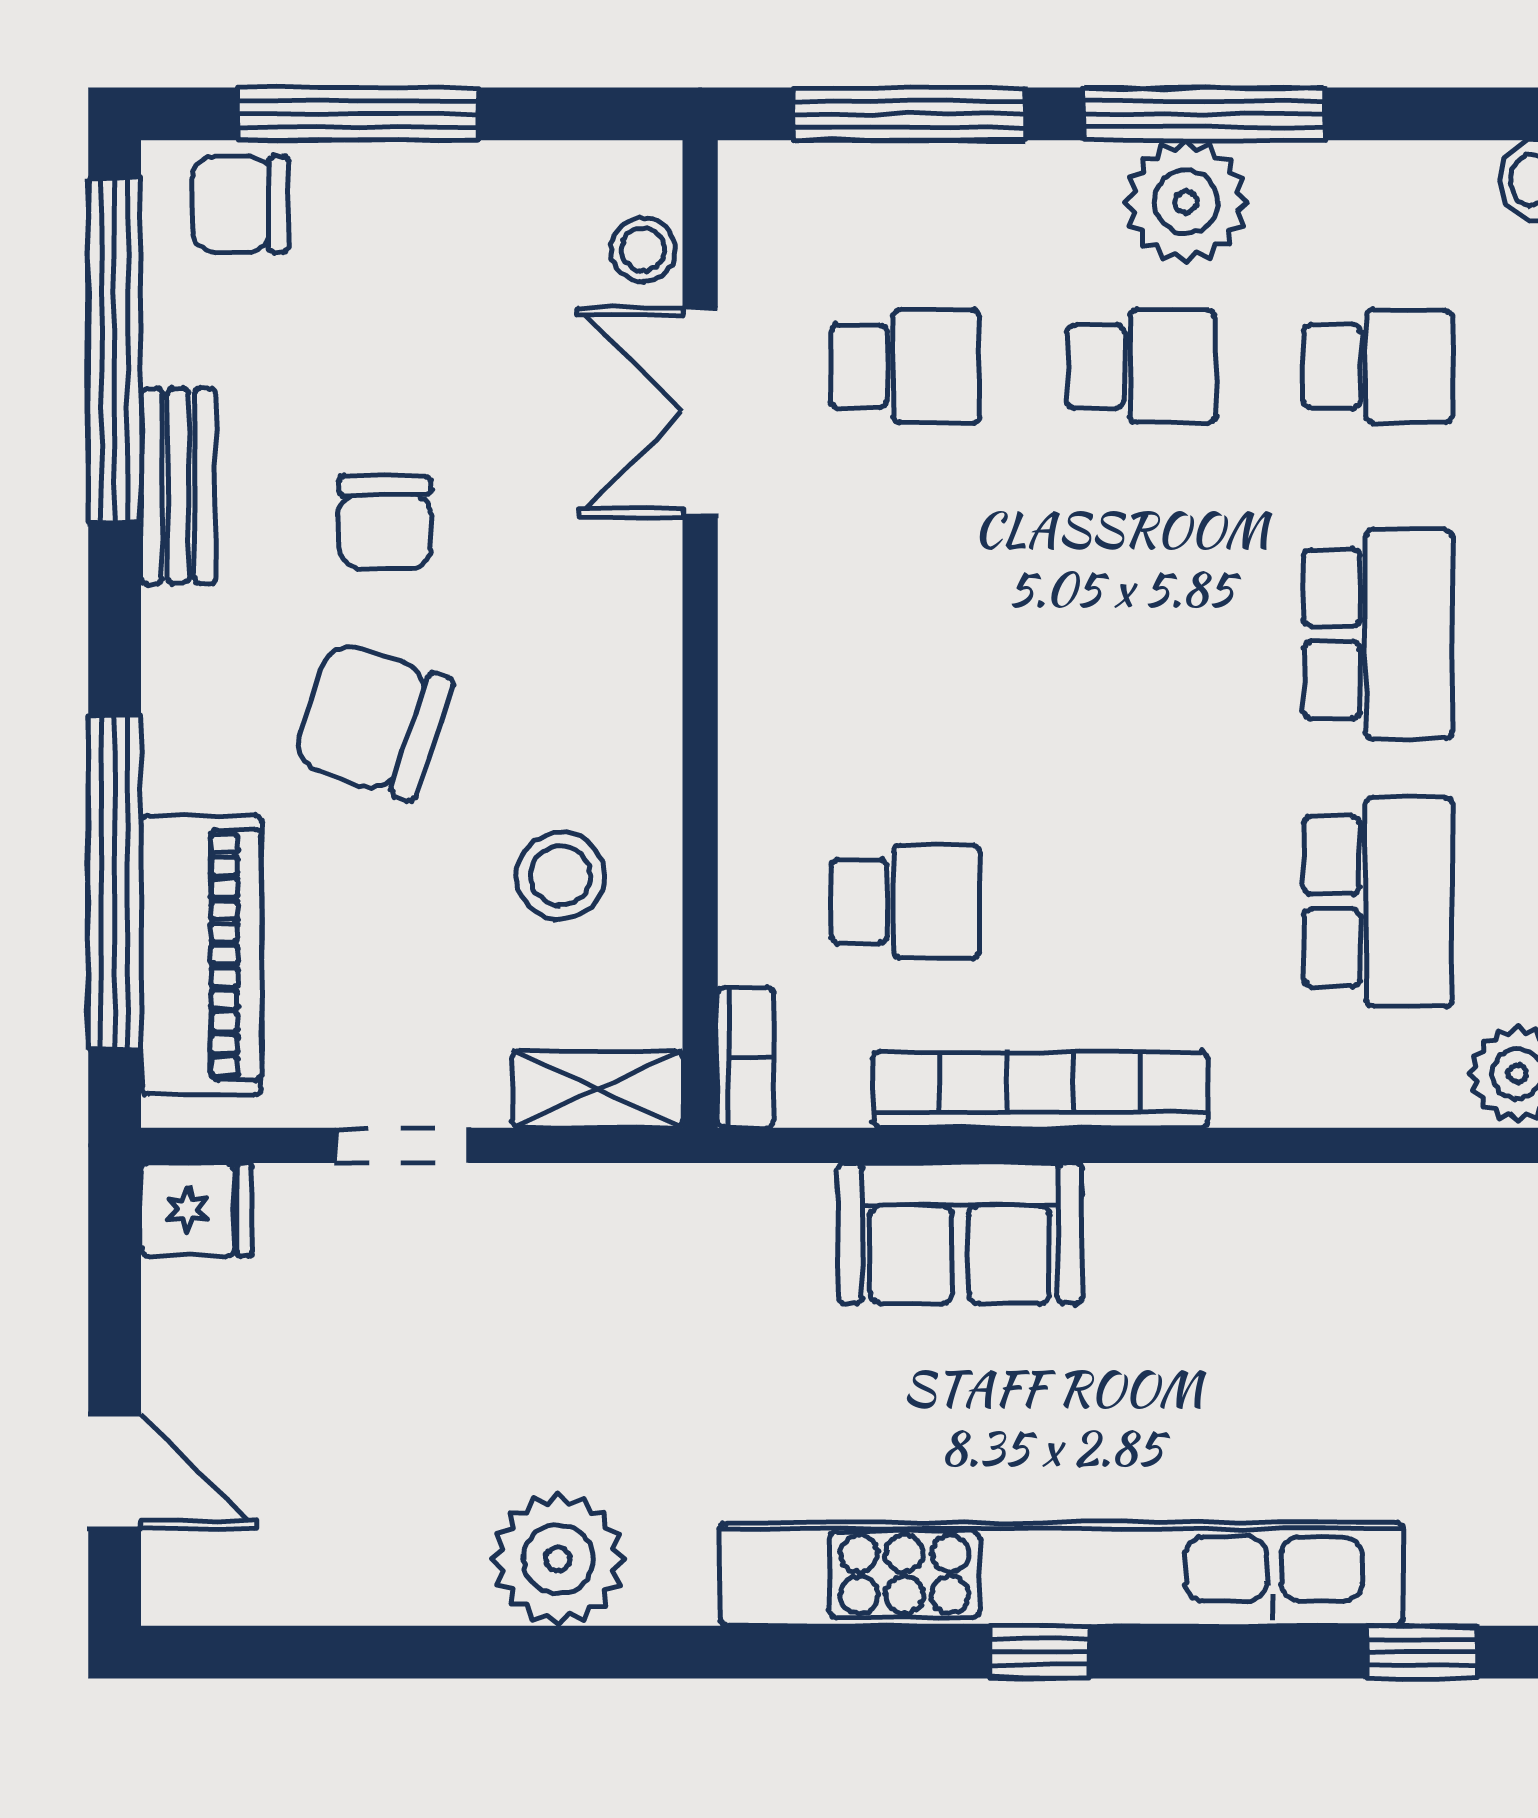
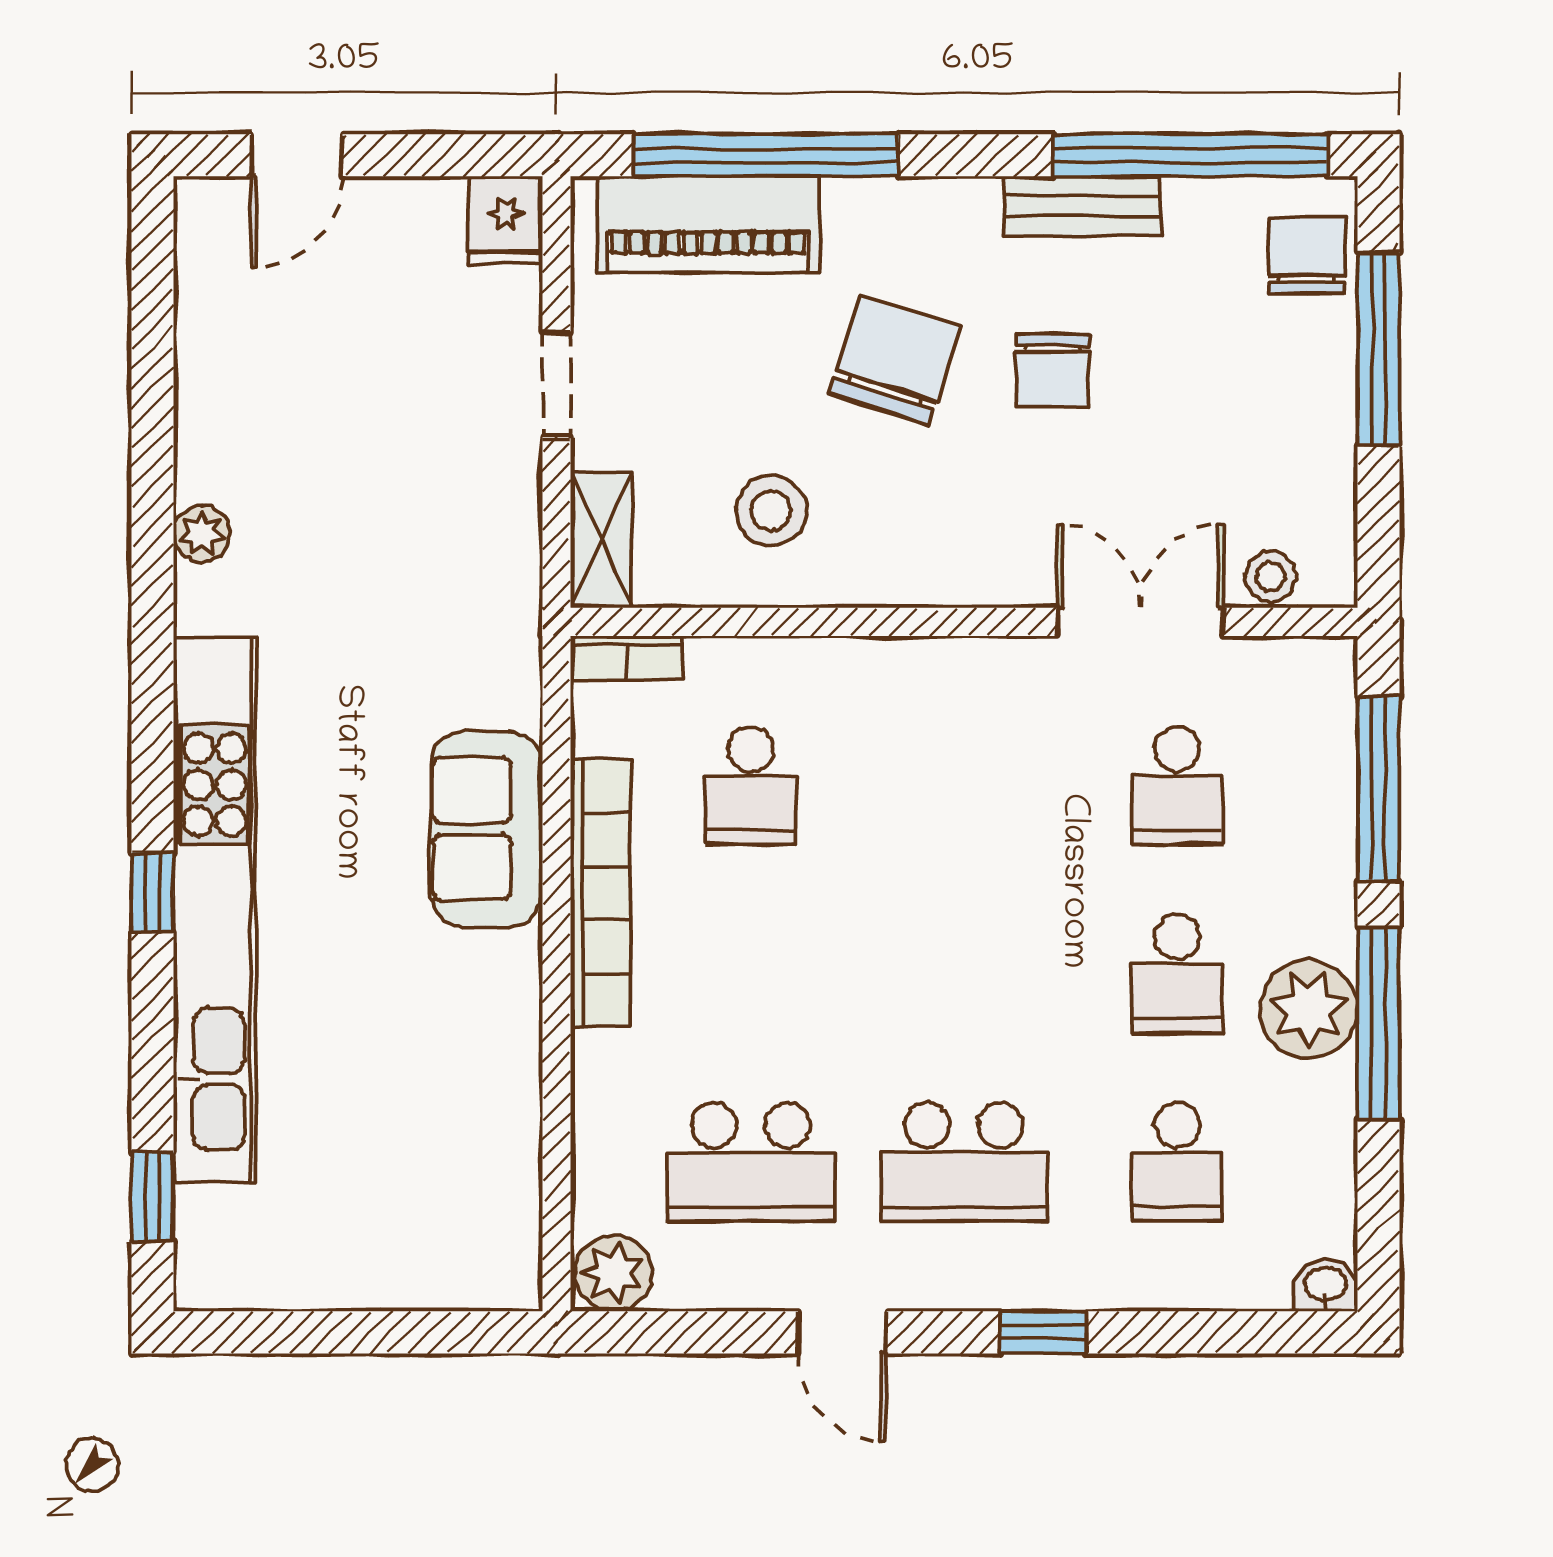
chair: (385, 523) -> (1053, 371), turned -90
plant: (558, 1559) -> (202, 534), width x0.53, depth x0.53

